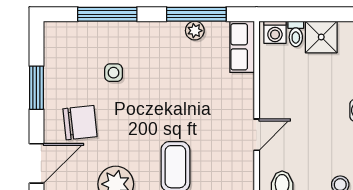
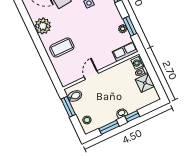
window: (196, 14) -> (130, 26), width x0.69
door: (257, 135) -> (91, 75), swing flipped

